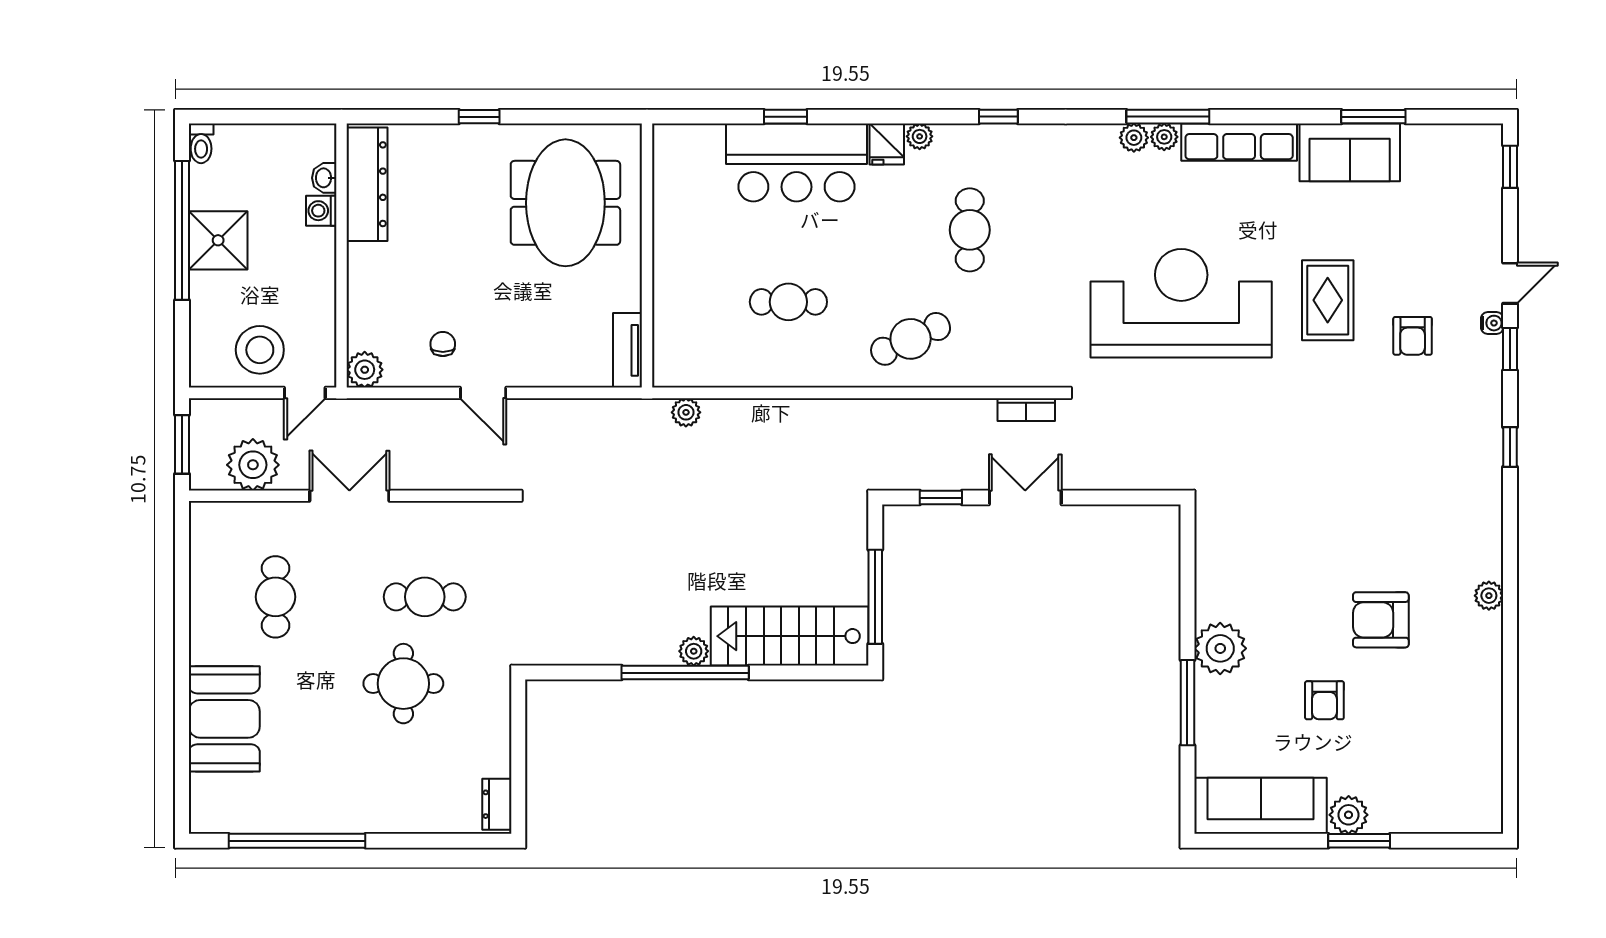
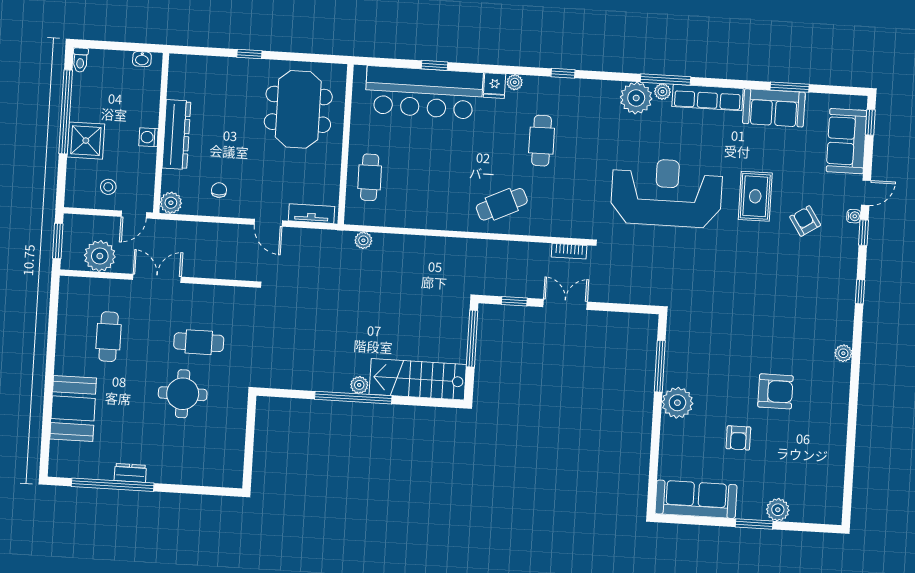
plant: (1134, 138) -> (636, 98), width x1.88, depth x1.88
bar counter: (796, 163) -> (424, 93), width x1.36
washbasin: (324, 178) -> (142, 59), moved, turned -90
dresser: (367, 184) -> (176, 135), moved
sofa: (1473, 200) -> (847, 141), added
washing machine: (321, 211) -> (149, 137), moved
shower: (218, 240) -> (86, 141), moved
cafe table: (788, 302) -> (370, 177), moved, turned 90
armchair: (1413, 336) -> (805, 221), turned 147
stool: (260, 350) -> (108, 187), width x0.53, depth x0.53
tv unit: (628, 350) -> (311, 214), moved, turned 90
door: (483, 393) -> (268, 223), moved
plant: (1489, 596) -> (843, 353), moved
window: (875, 597) -> (472, 339), moved
armchair: (1381, 620) -> (775, 391), turned 180
window: (1187, 703) -> (660, 366), moved
dresser: (497, 804) -> (130, 473), moved, turned 90
plant: (1349, 815) -> (778, 510), moved

